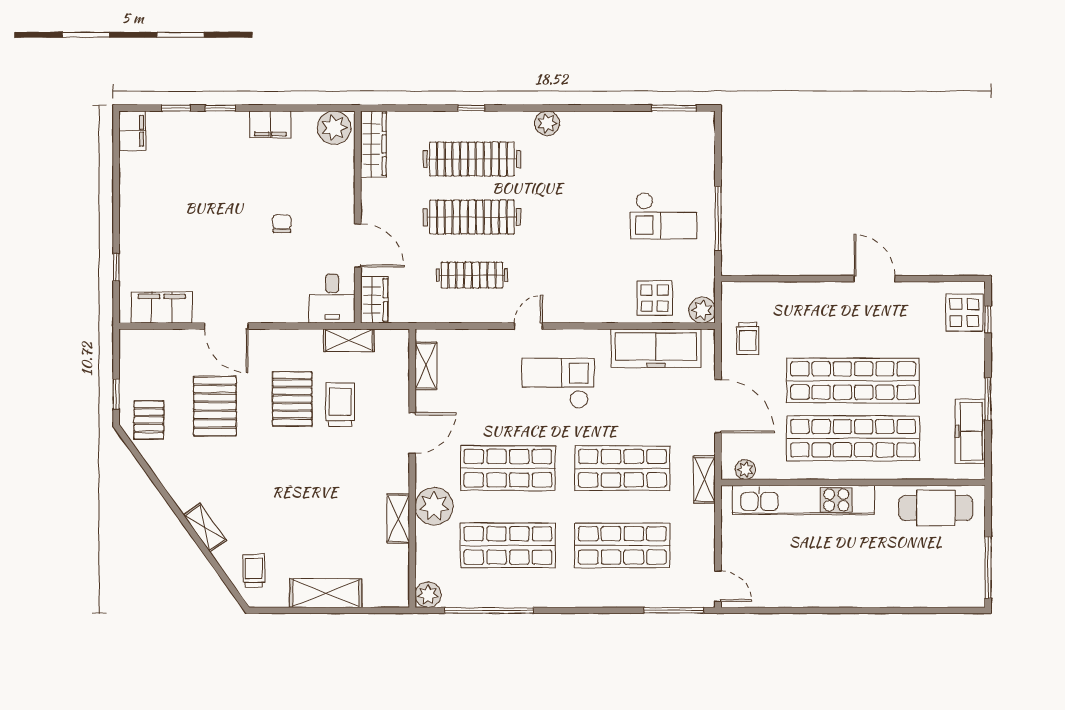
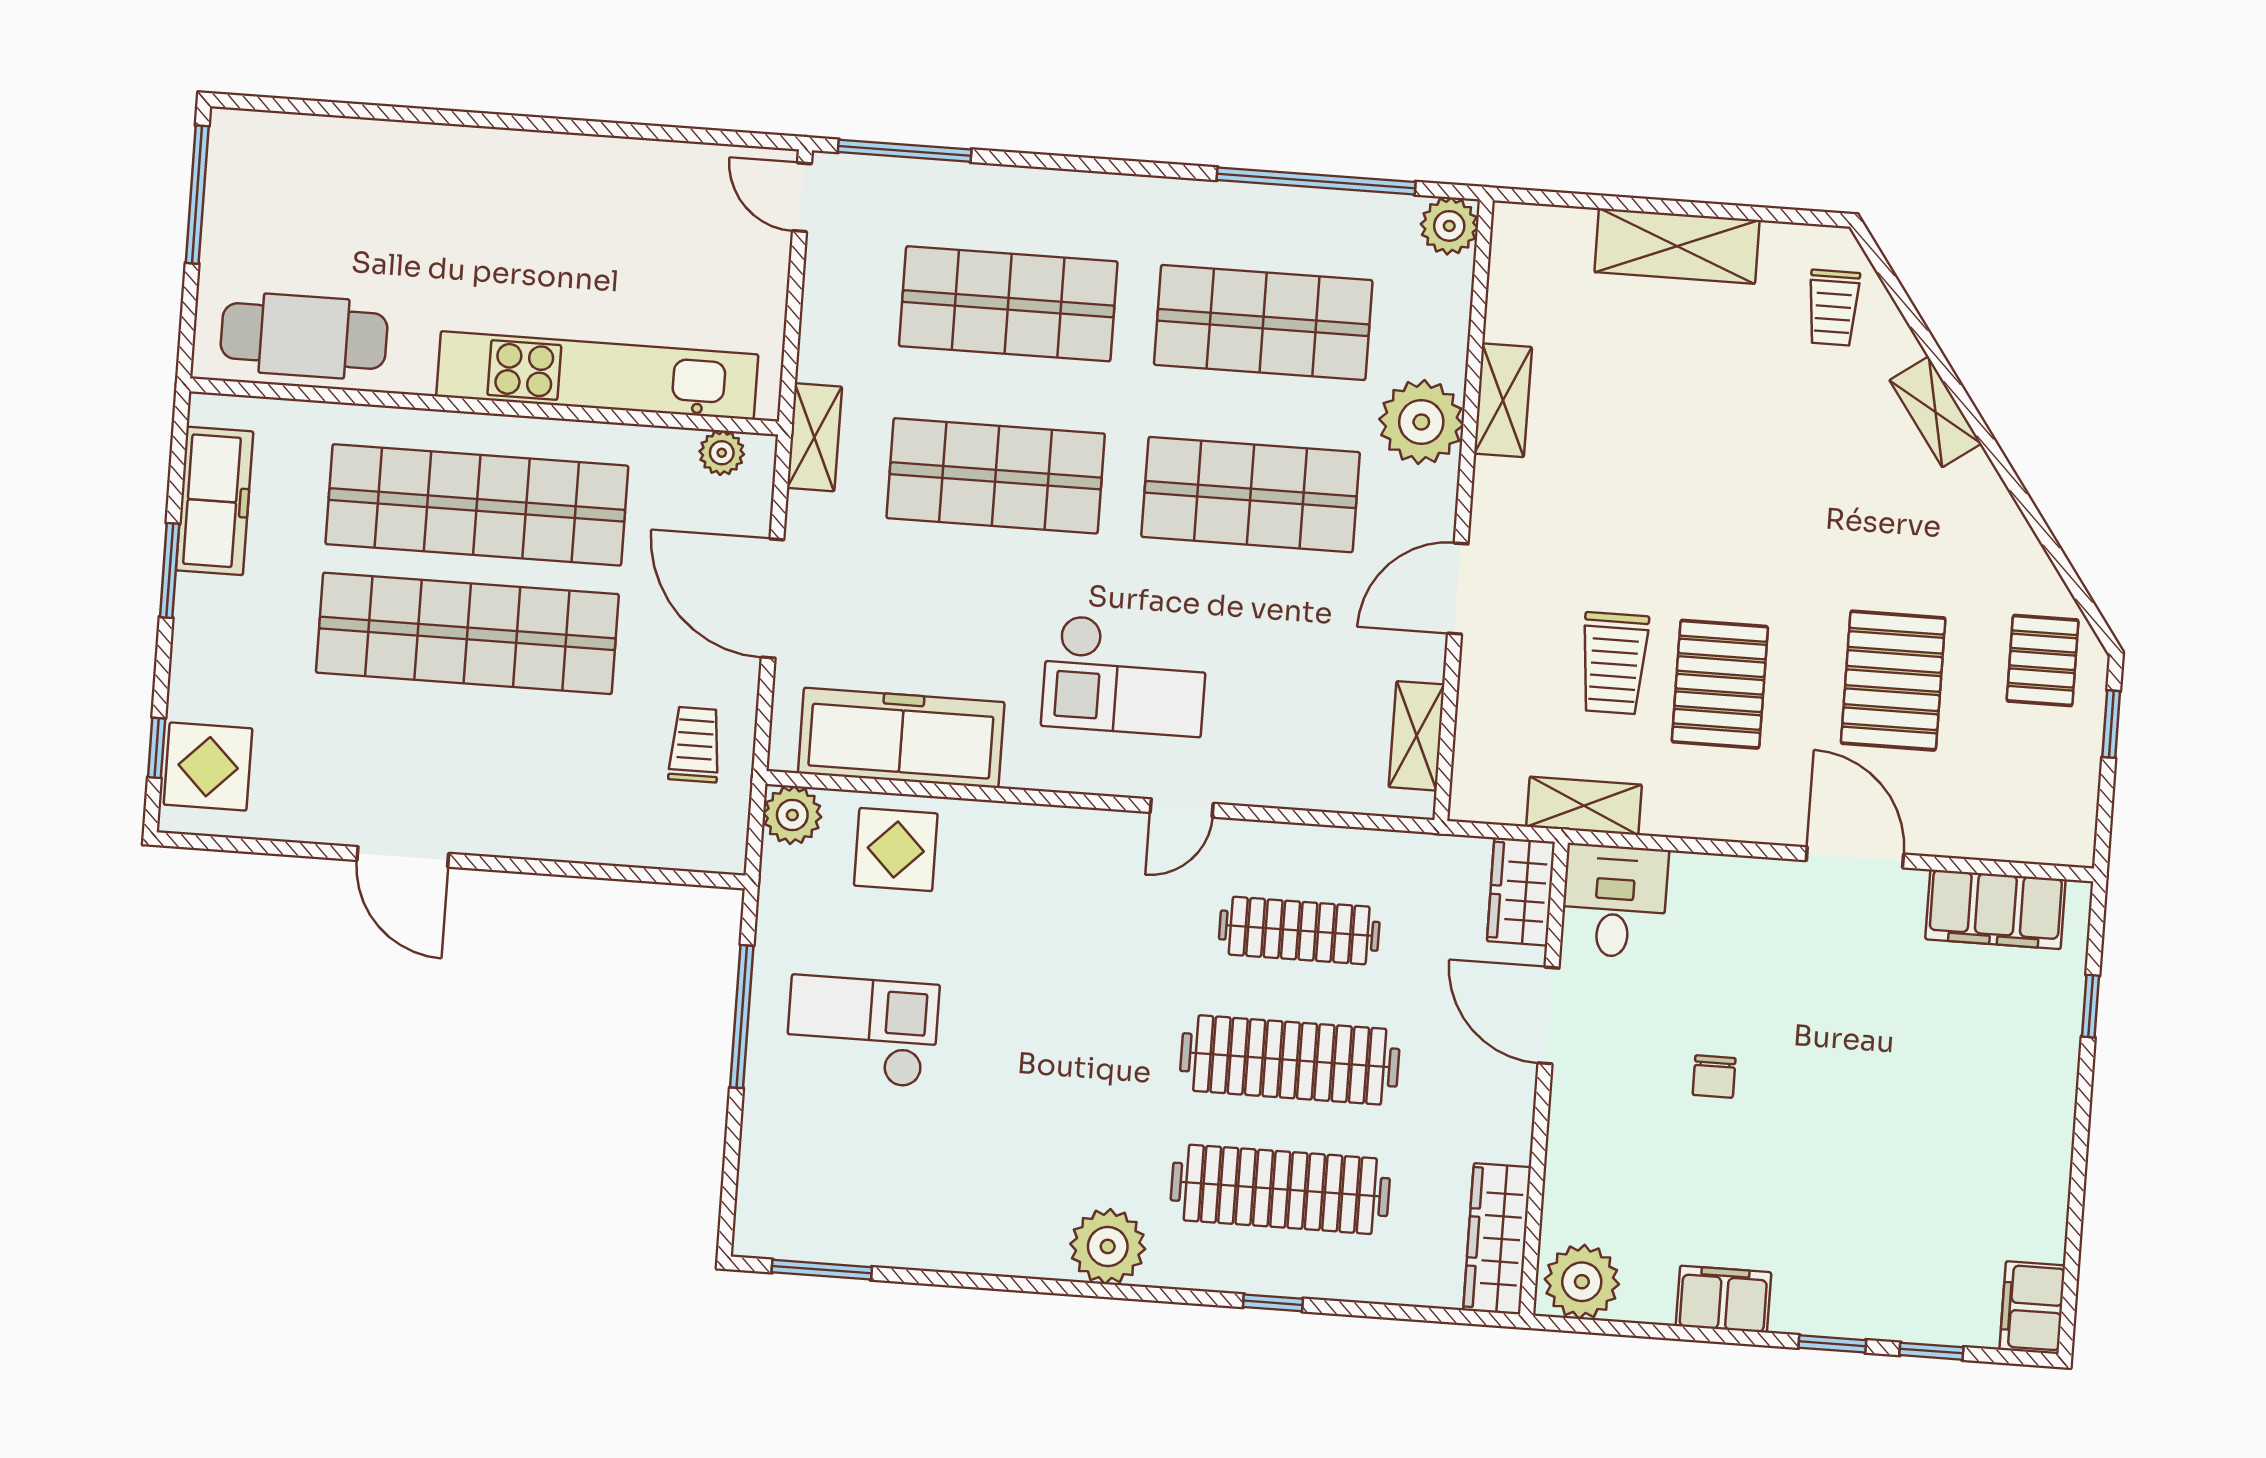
plant: (547, 123) -> (1108, 1246), width x1.36, depth x1.36

